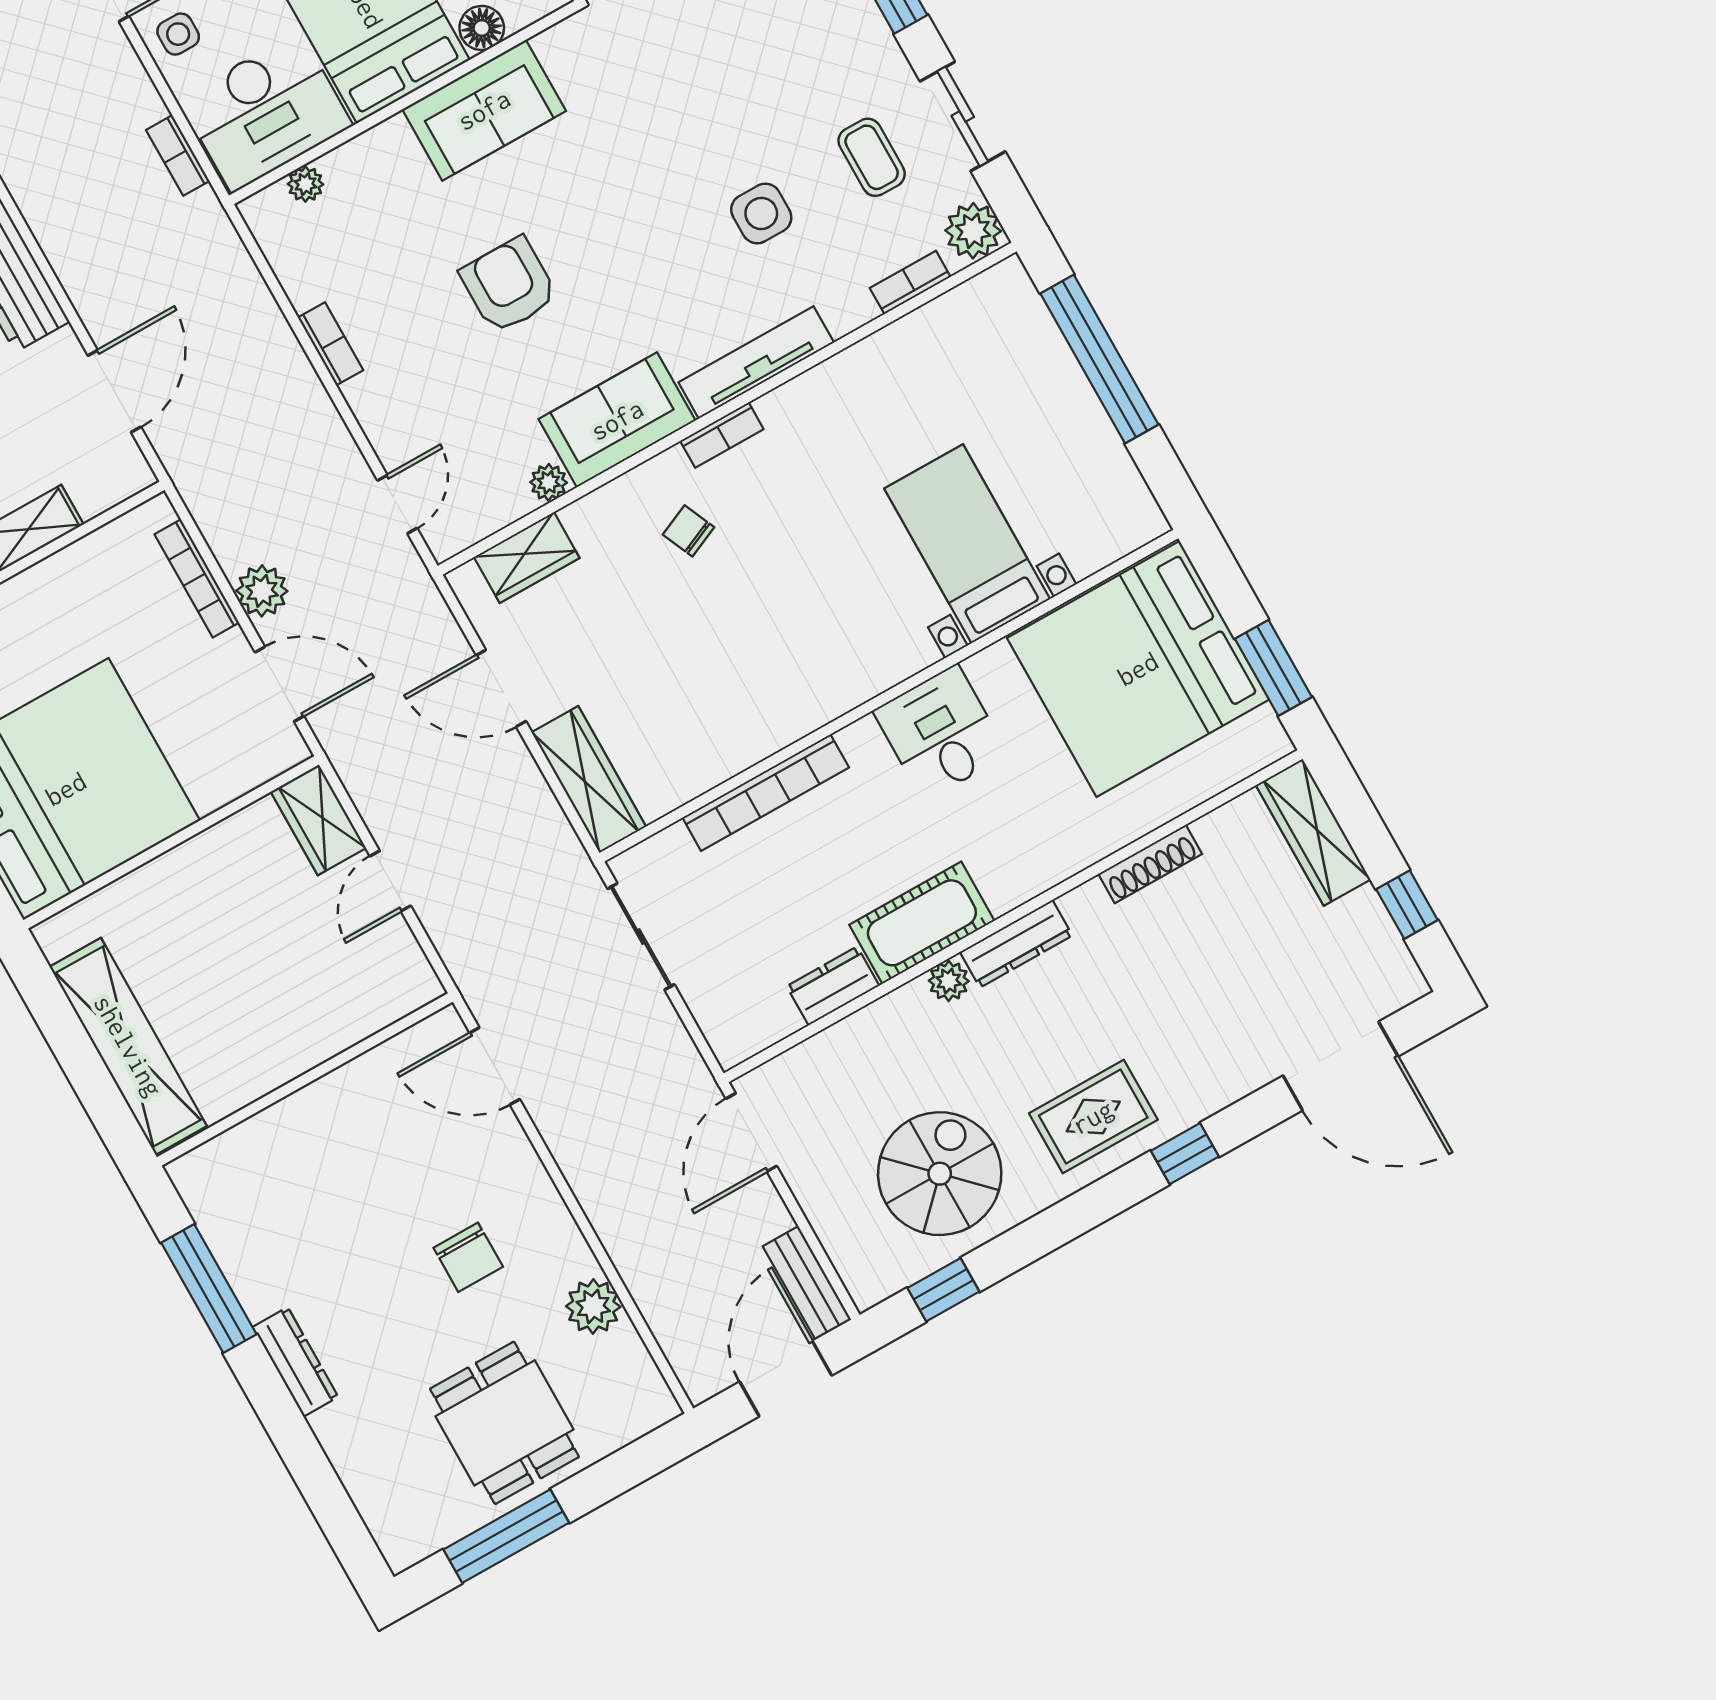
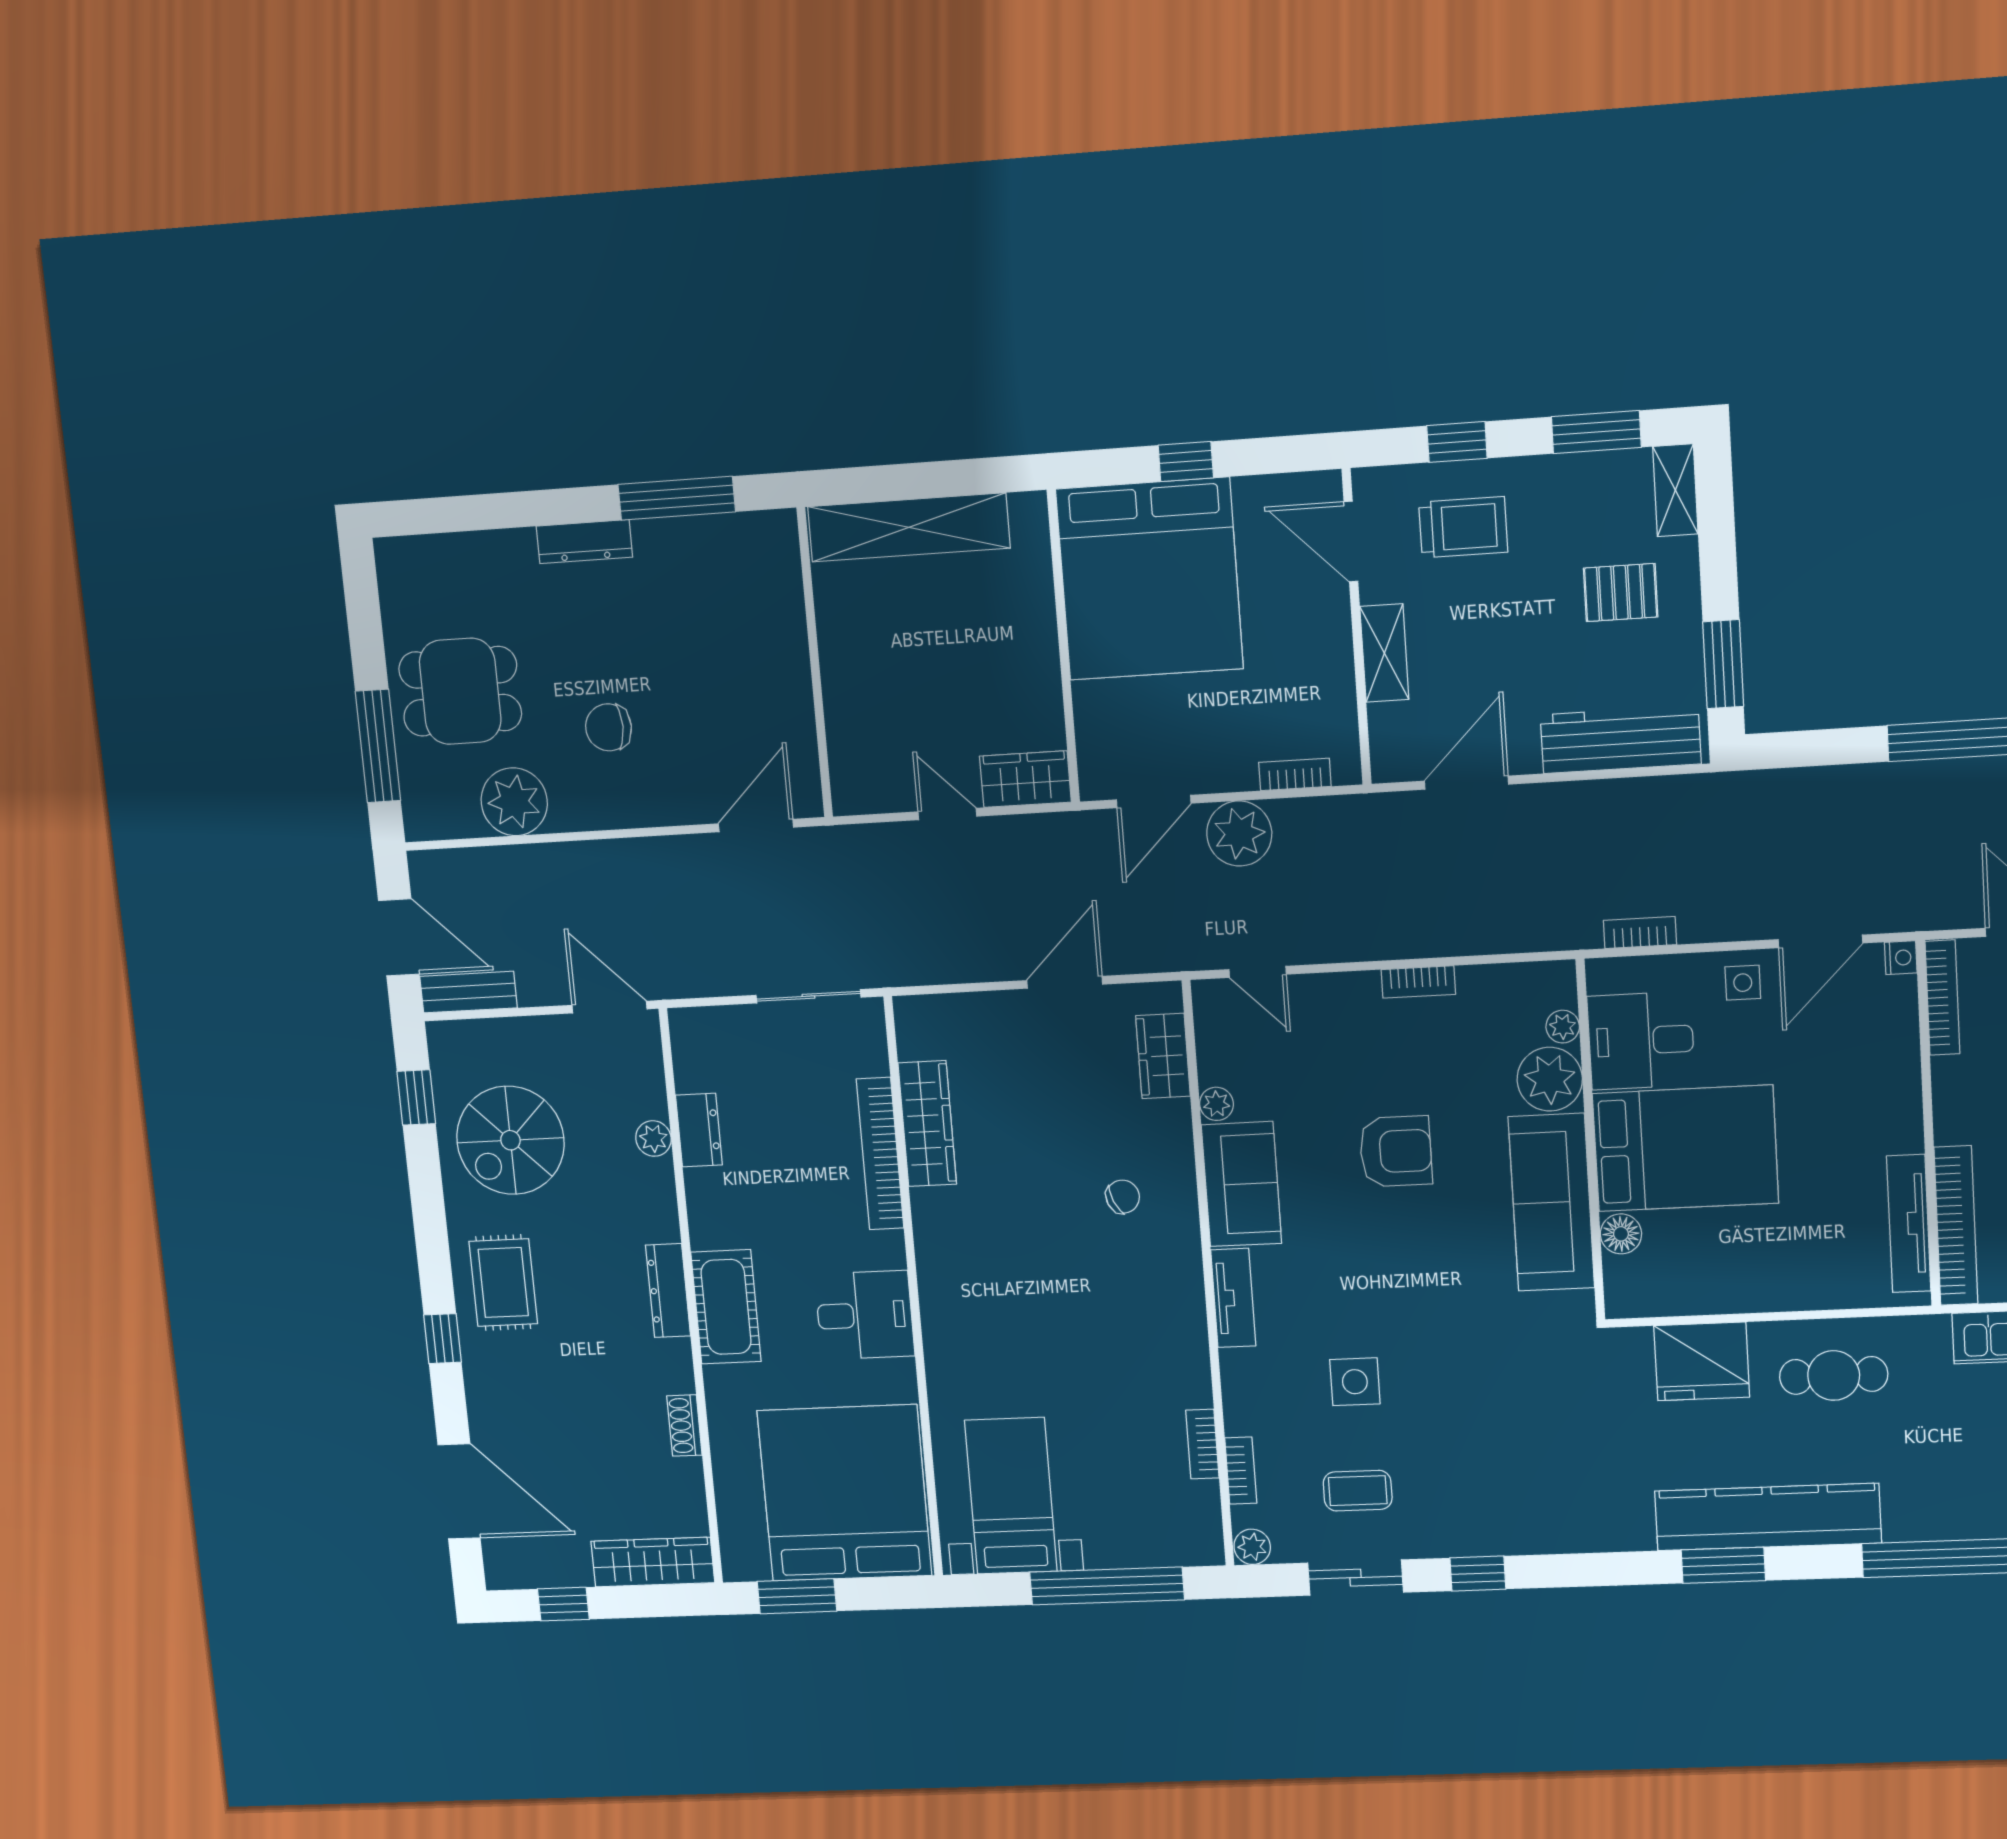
sofa: (484, 110) -> (1551, 1202), width x1.36
desk: (266, 112) -> (1641, 1041), width x0.73
plant: (363, 171) -> (1550, 1079), added
plant: (973, 231) -> (1252, 1547), width x0.73, depth x0.73
tv unit: (756, 362) -> (1233, 1298), width x0.71
door: (114, 391) -> (1466, 783), swing flipped
bookcase: (722, 435) -> (1202, 1444), moved
bed with nightstands: (967, 544) -> (1011, 1496), moved, turned -90
bookcase: (197, 578) -> (1295, 774), width x0.64
plant: (262, 591) -> (1239, 833), width x1.36, depth x1.36
wardrobe: (589, 779) -> (927, 1124), moved, turned -90
shoe rack: (1150, 864) -> (685, 1425), width x0.70
cot: (922, 923) -> (726, 1307), moved
plant: (949, 981) -> (653, 1138), moved
door: (1340, 1066) -> (459, 1491), swing flipped
spiral stairs: (940, 1174) -> (510, 1140), turned 90
plant: (593, 1307) -> (514, 802), width x1.36, depth x1.36
window: (506, 1536) -> (378, 746), moved

